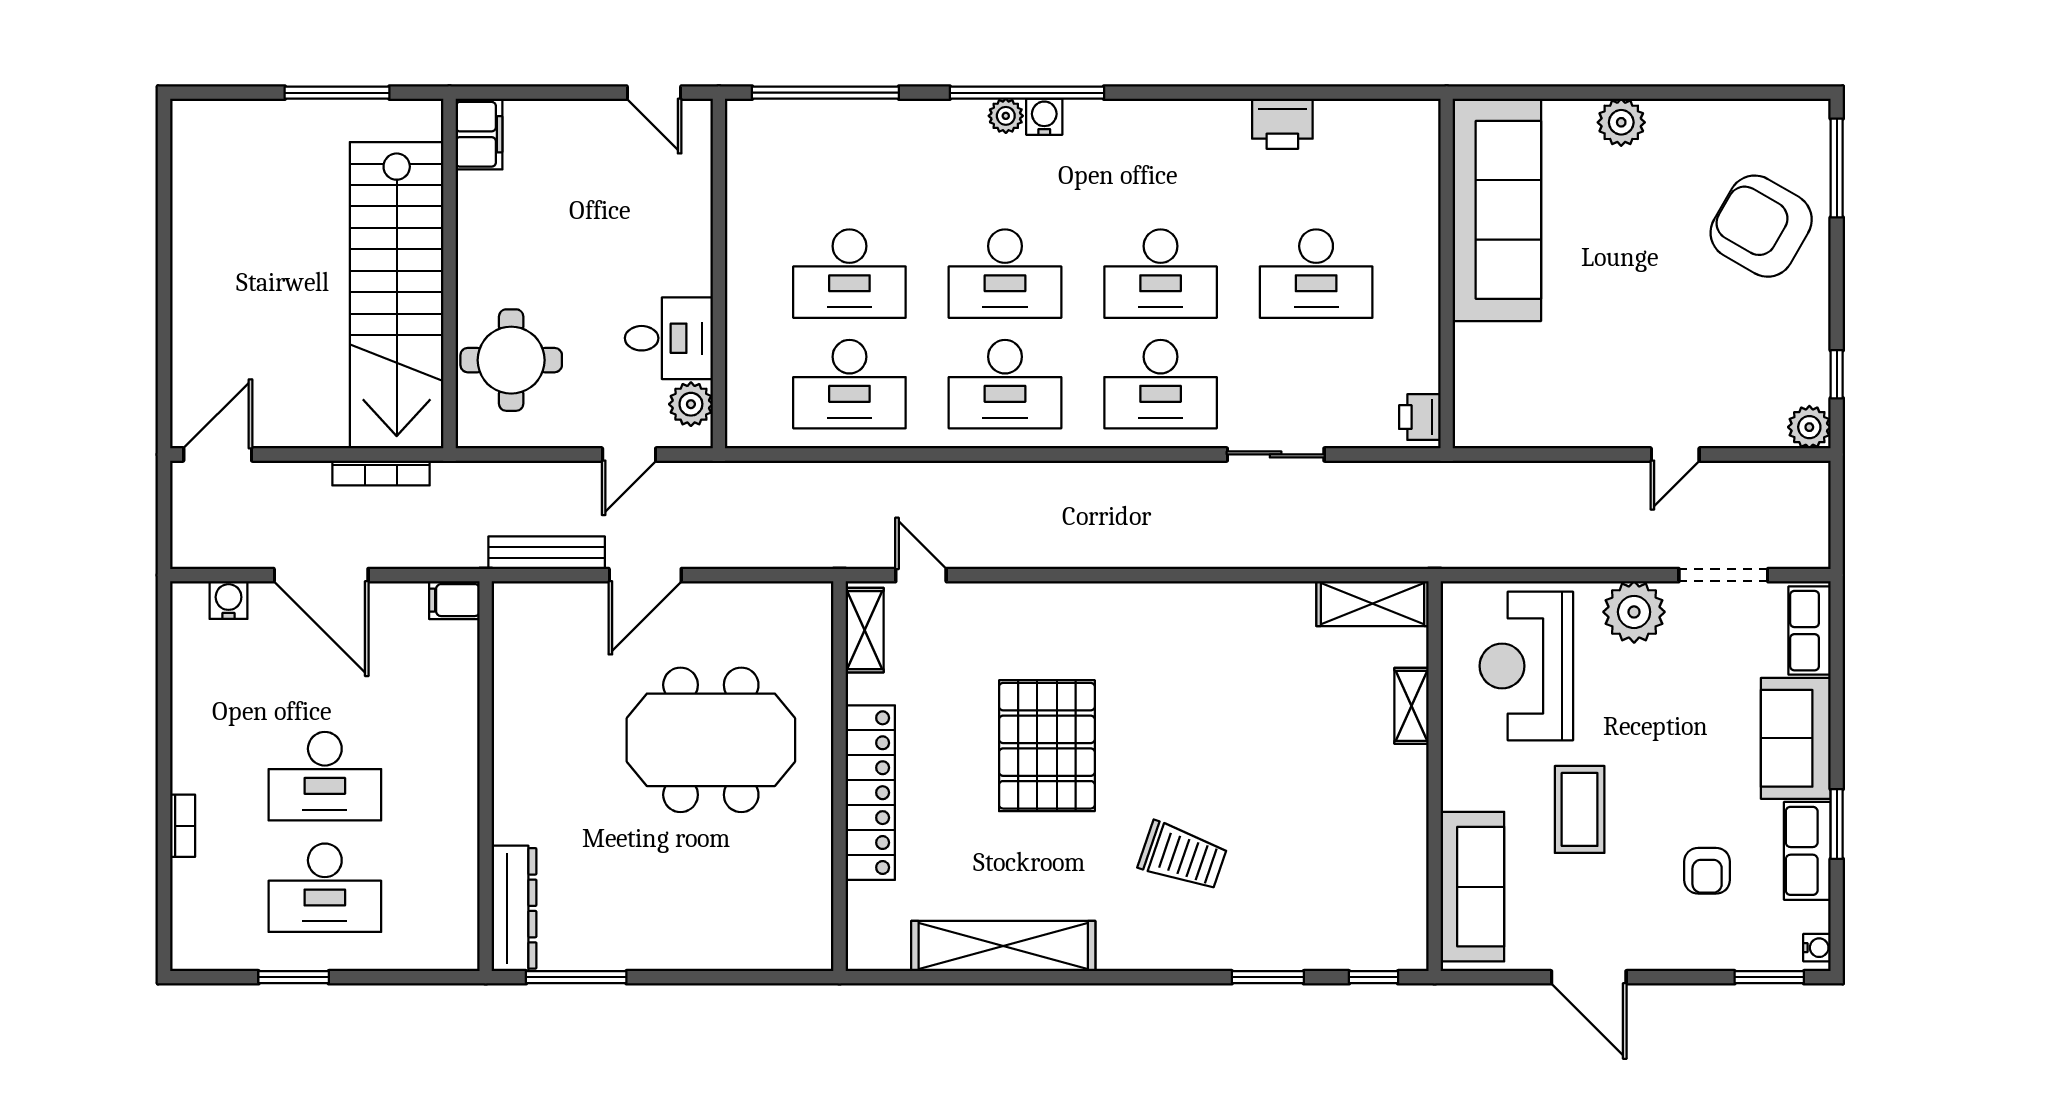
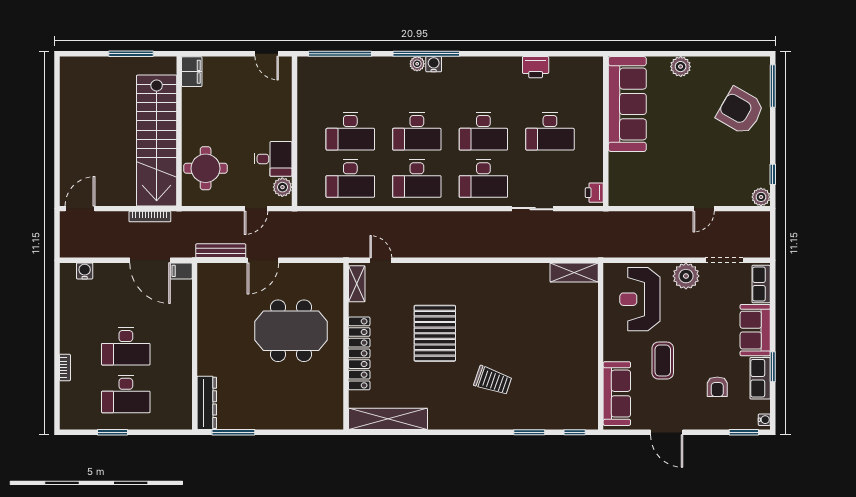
door: (321, 575) -> (150, 260), moved
shelving: (1411, 706) -> (591, 316), removed
shelving: (1003, 946) -> (388, 419), moved

